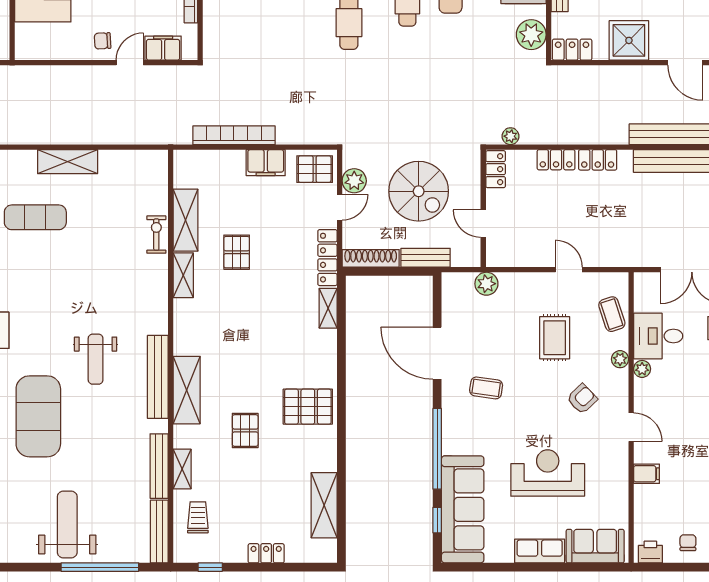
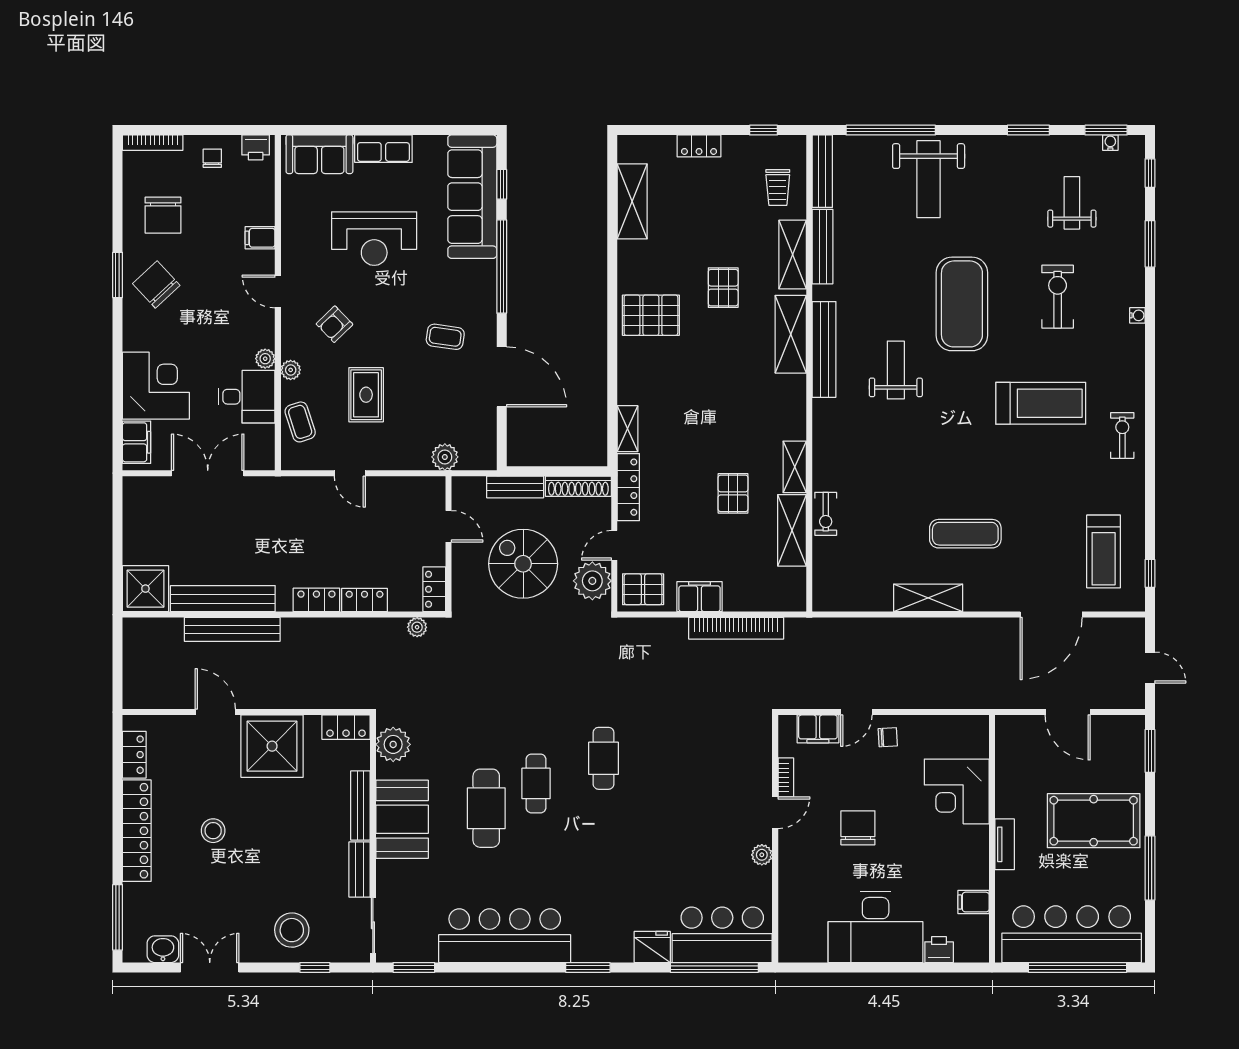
shower: (629, 40) -> (272, 746), width x1.37, depth x1.37
plant: (354, 181) -> (592, 581), width x1.36, depth x1.36
shelving: (182, 469) -> (793, 255), width x1.50, depth x1.33
chair: (688, 543) -> (212, 158), turned 180

